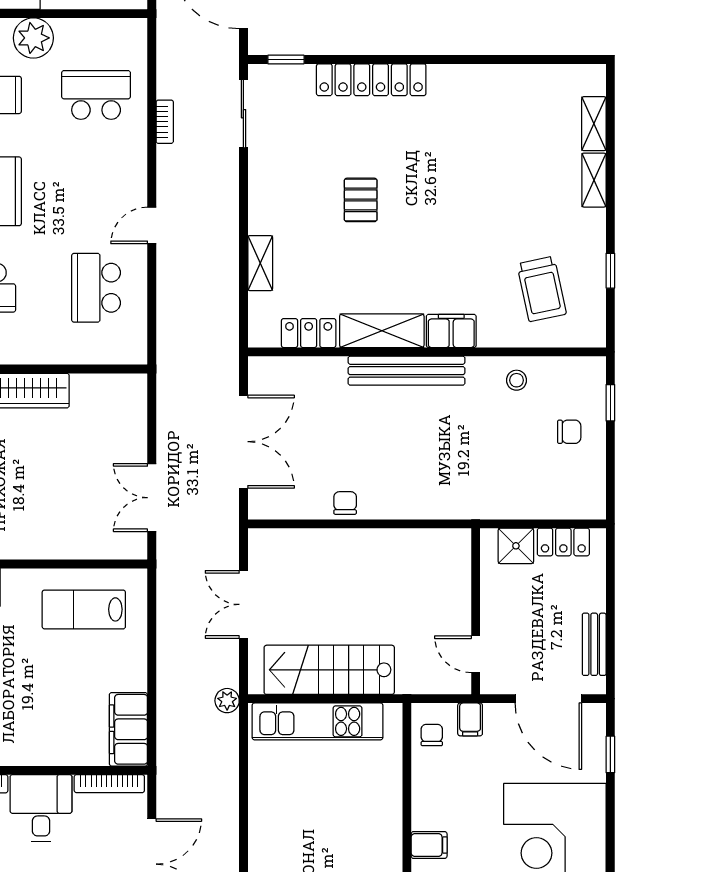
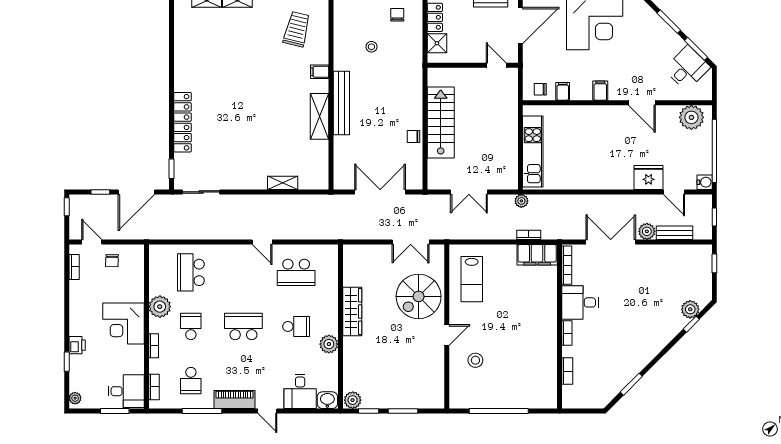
bookcase: (165, 122) -> (529, 235), moved
pallet: (361, 200) -> (248, 128), removed
trolley: (542, 289) -> (297, 29), turned -64
filing cabinet: (451, 331) -> (320, 72), width x0.50
locker: (309, 333) -> (321, 156), removed
stool: (517, 380) -> (371, 47), moved
chair: (569, 432) -> (397, 15), moved
spiral stairs: (52, 512) -> (419, 296), added
door: (476, 654) -> (496, 65), swing flipped
stairs: (329, 670) -> (441, 123), moved, turned 180
filing cabinet: (470, 719) -> (563, 91), moved, turned -90

